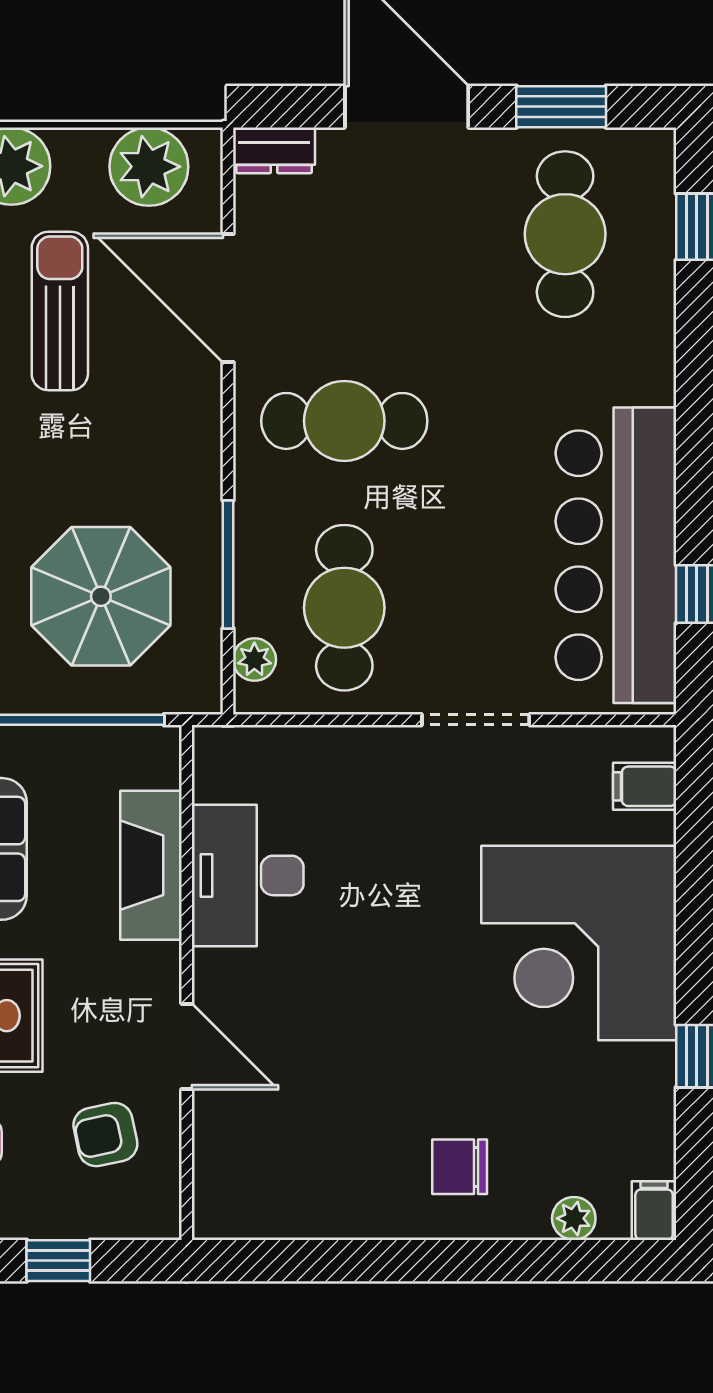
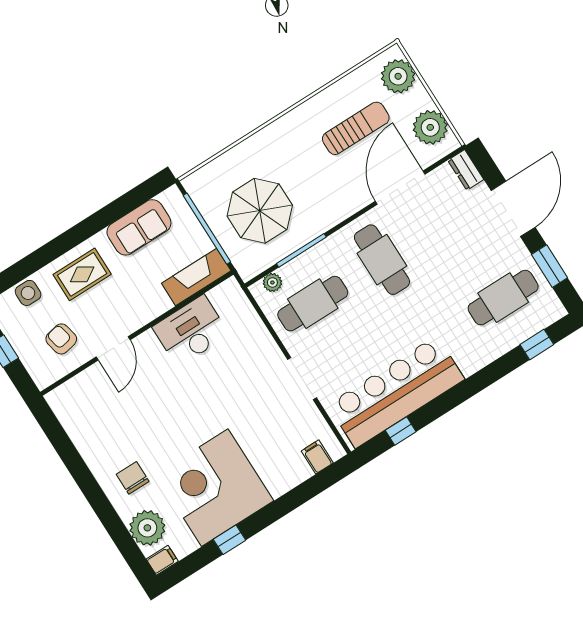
fireplace: (151, 865) -> (196, 277), moved
corner desk: (579, 943) -> (215, 488), moved
plant: (574, 1218) -> (147, 528), width x1.87, depth x1.87

